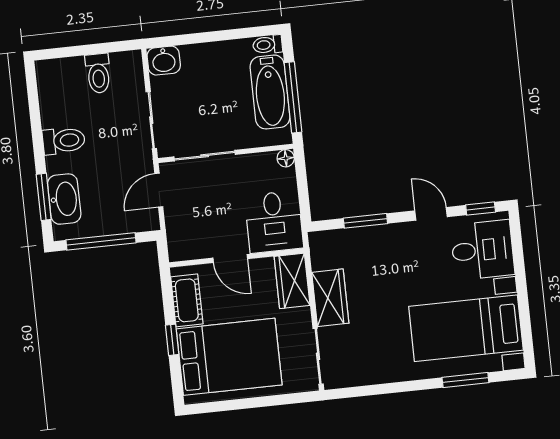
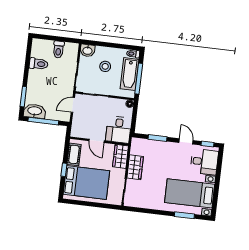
stool: (212, 87) -> (105, 66), added
toilet: (64, 141) -> (39, 64), moved
washbasin: (64, 199) -> (35, 111), moved, turned -90

